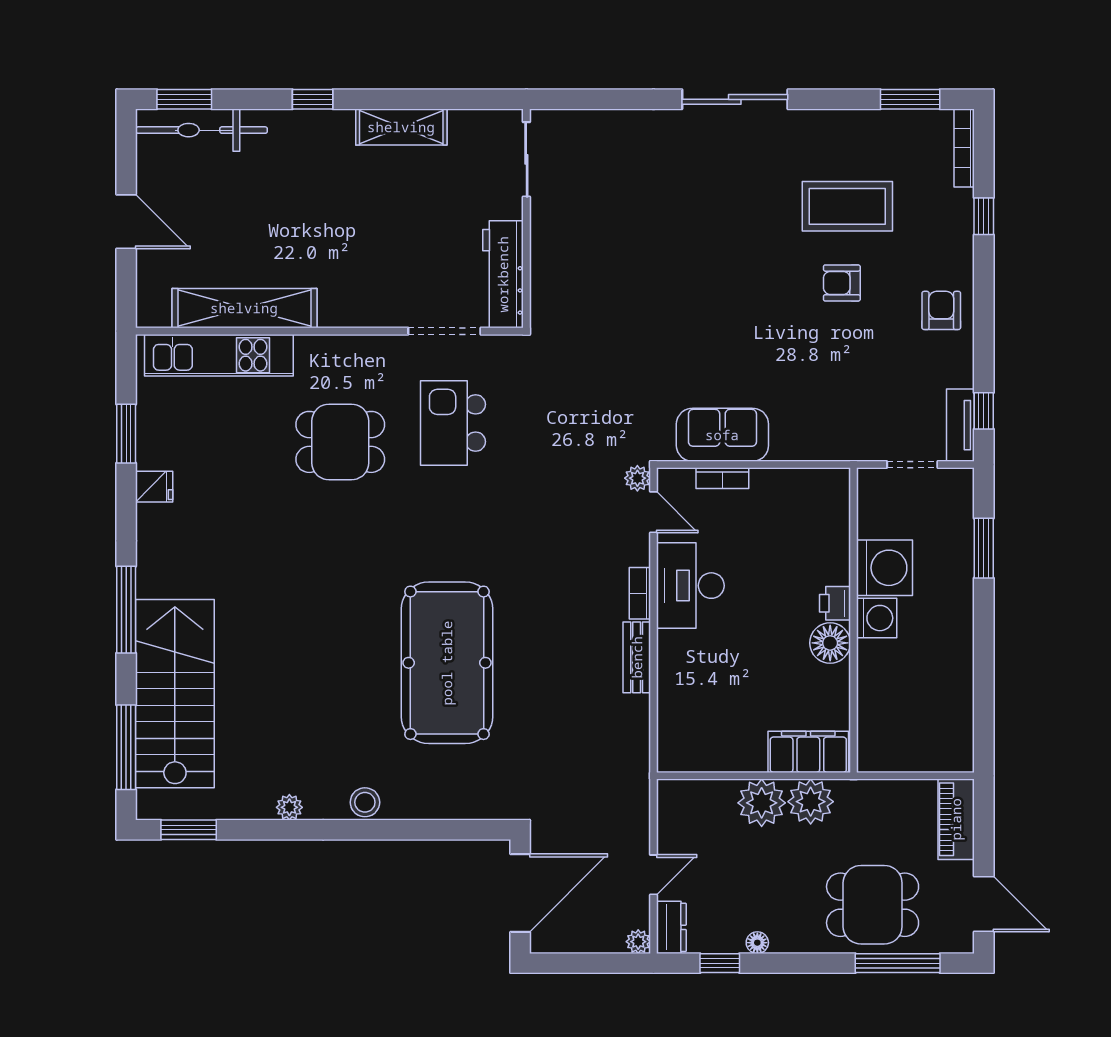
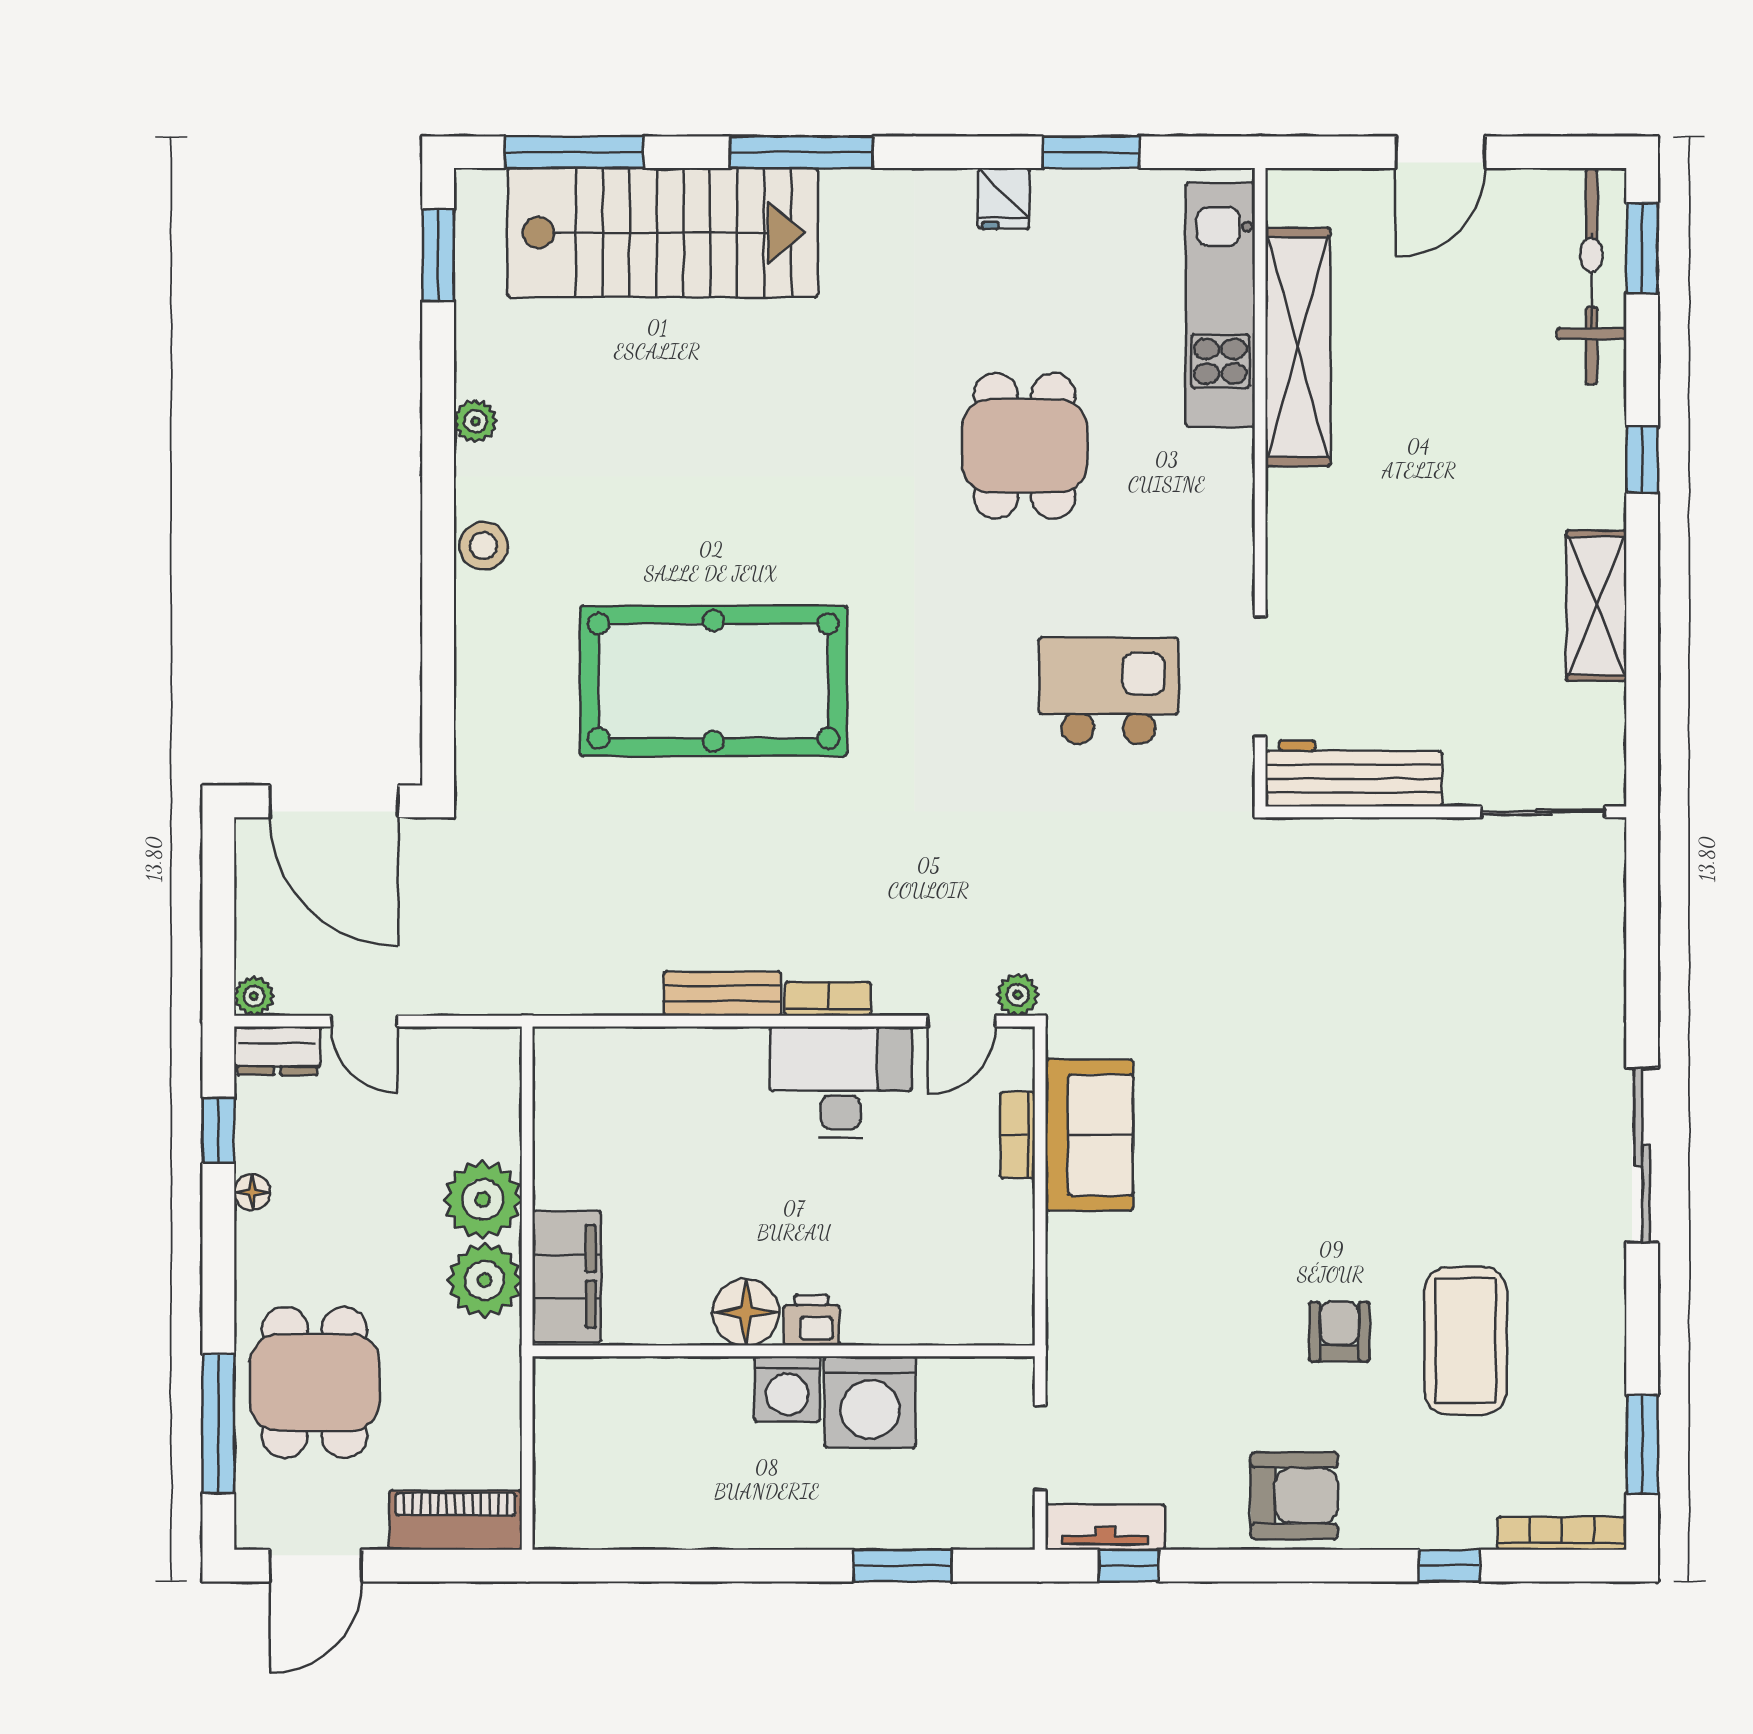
armchair: (941, 310) -> (1294, 1496), width x1.38, depth x1.38
dining table: (340, 442) -> (1025, 446), moved

